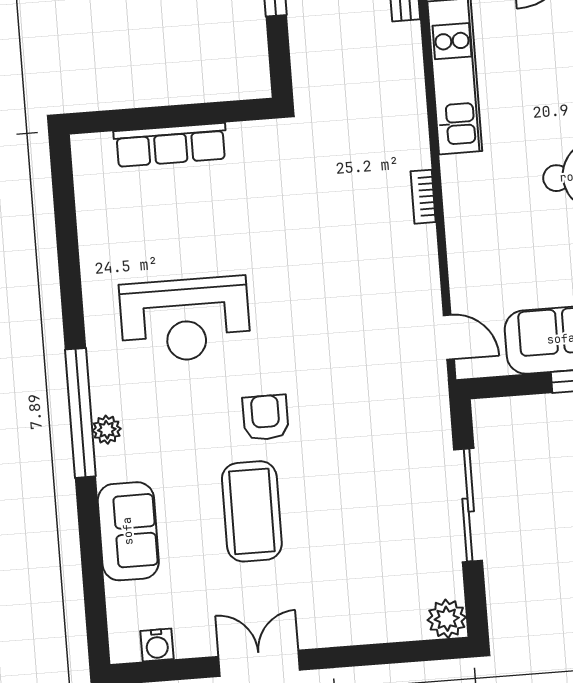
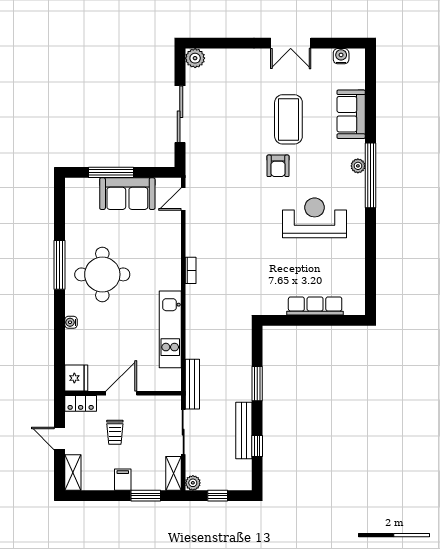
door: (449, 337) -> (183, 199), hinge flipped

